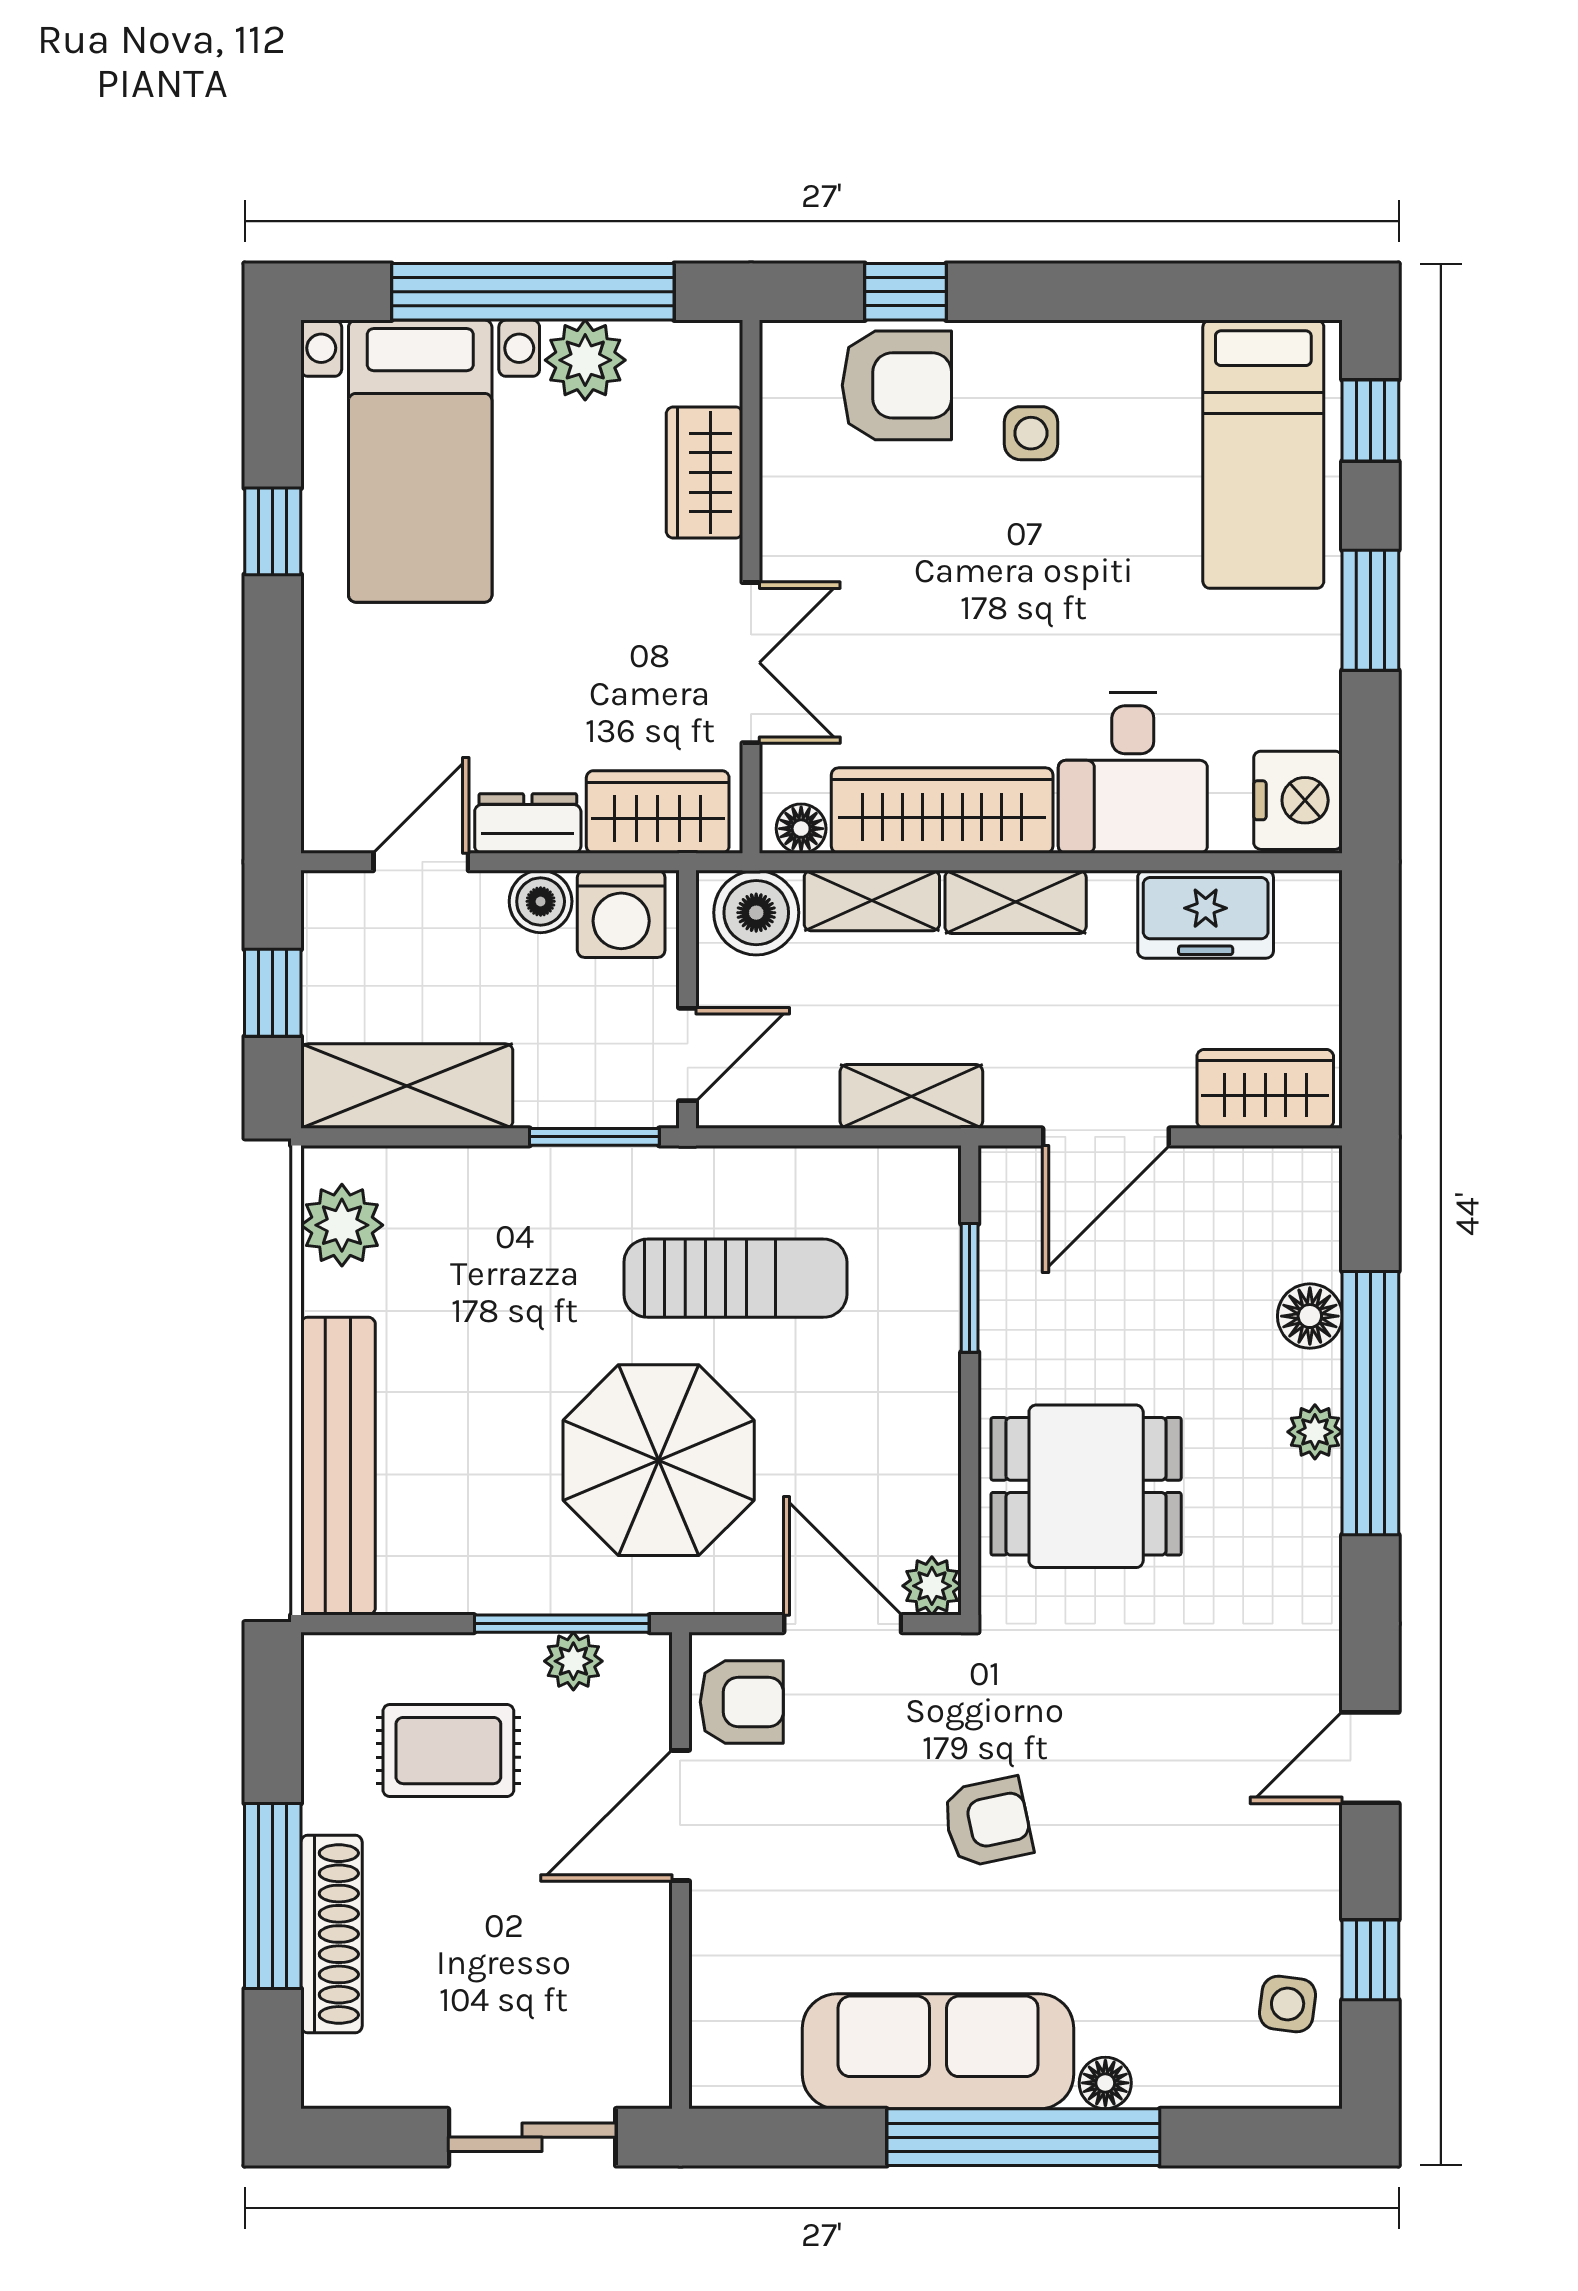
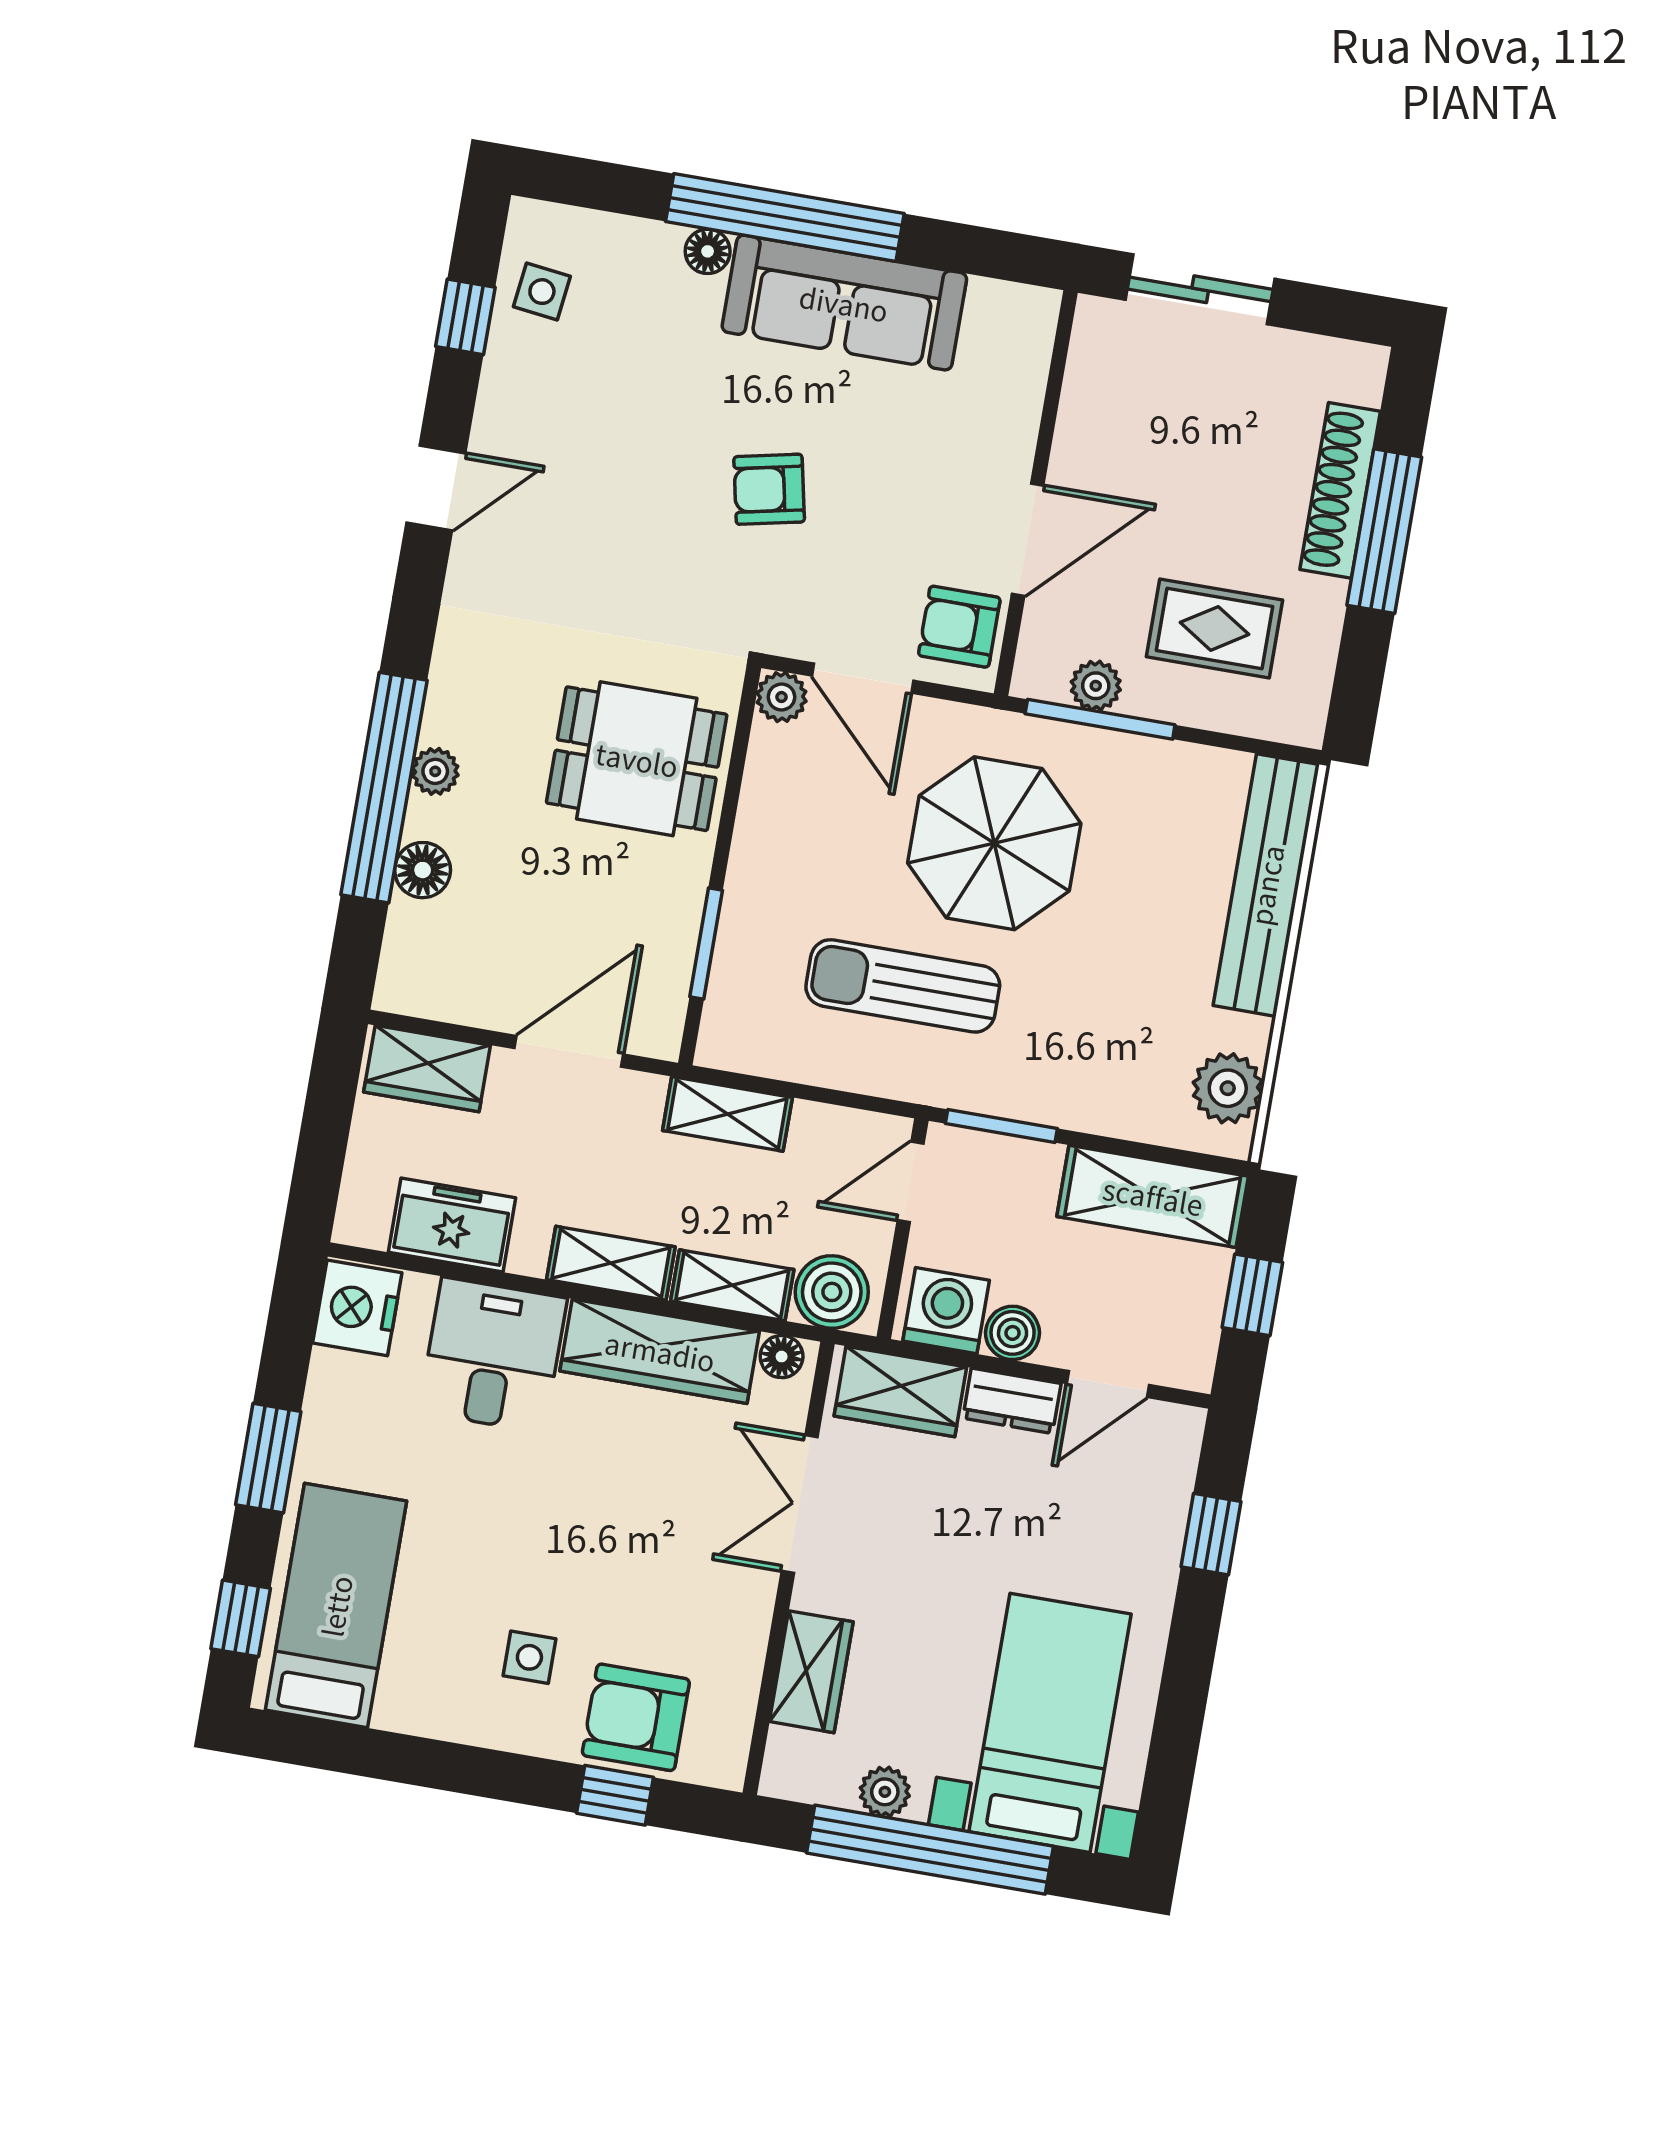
plant: (585, 360) -> (885, 1792), width x0.73, depth x0.73
window: (273, 531) -> (1211, 1534), moved

